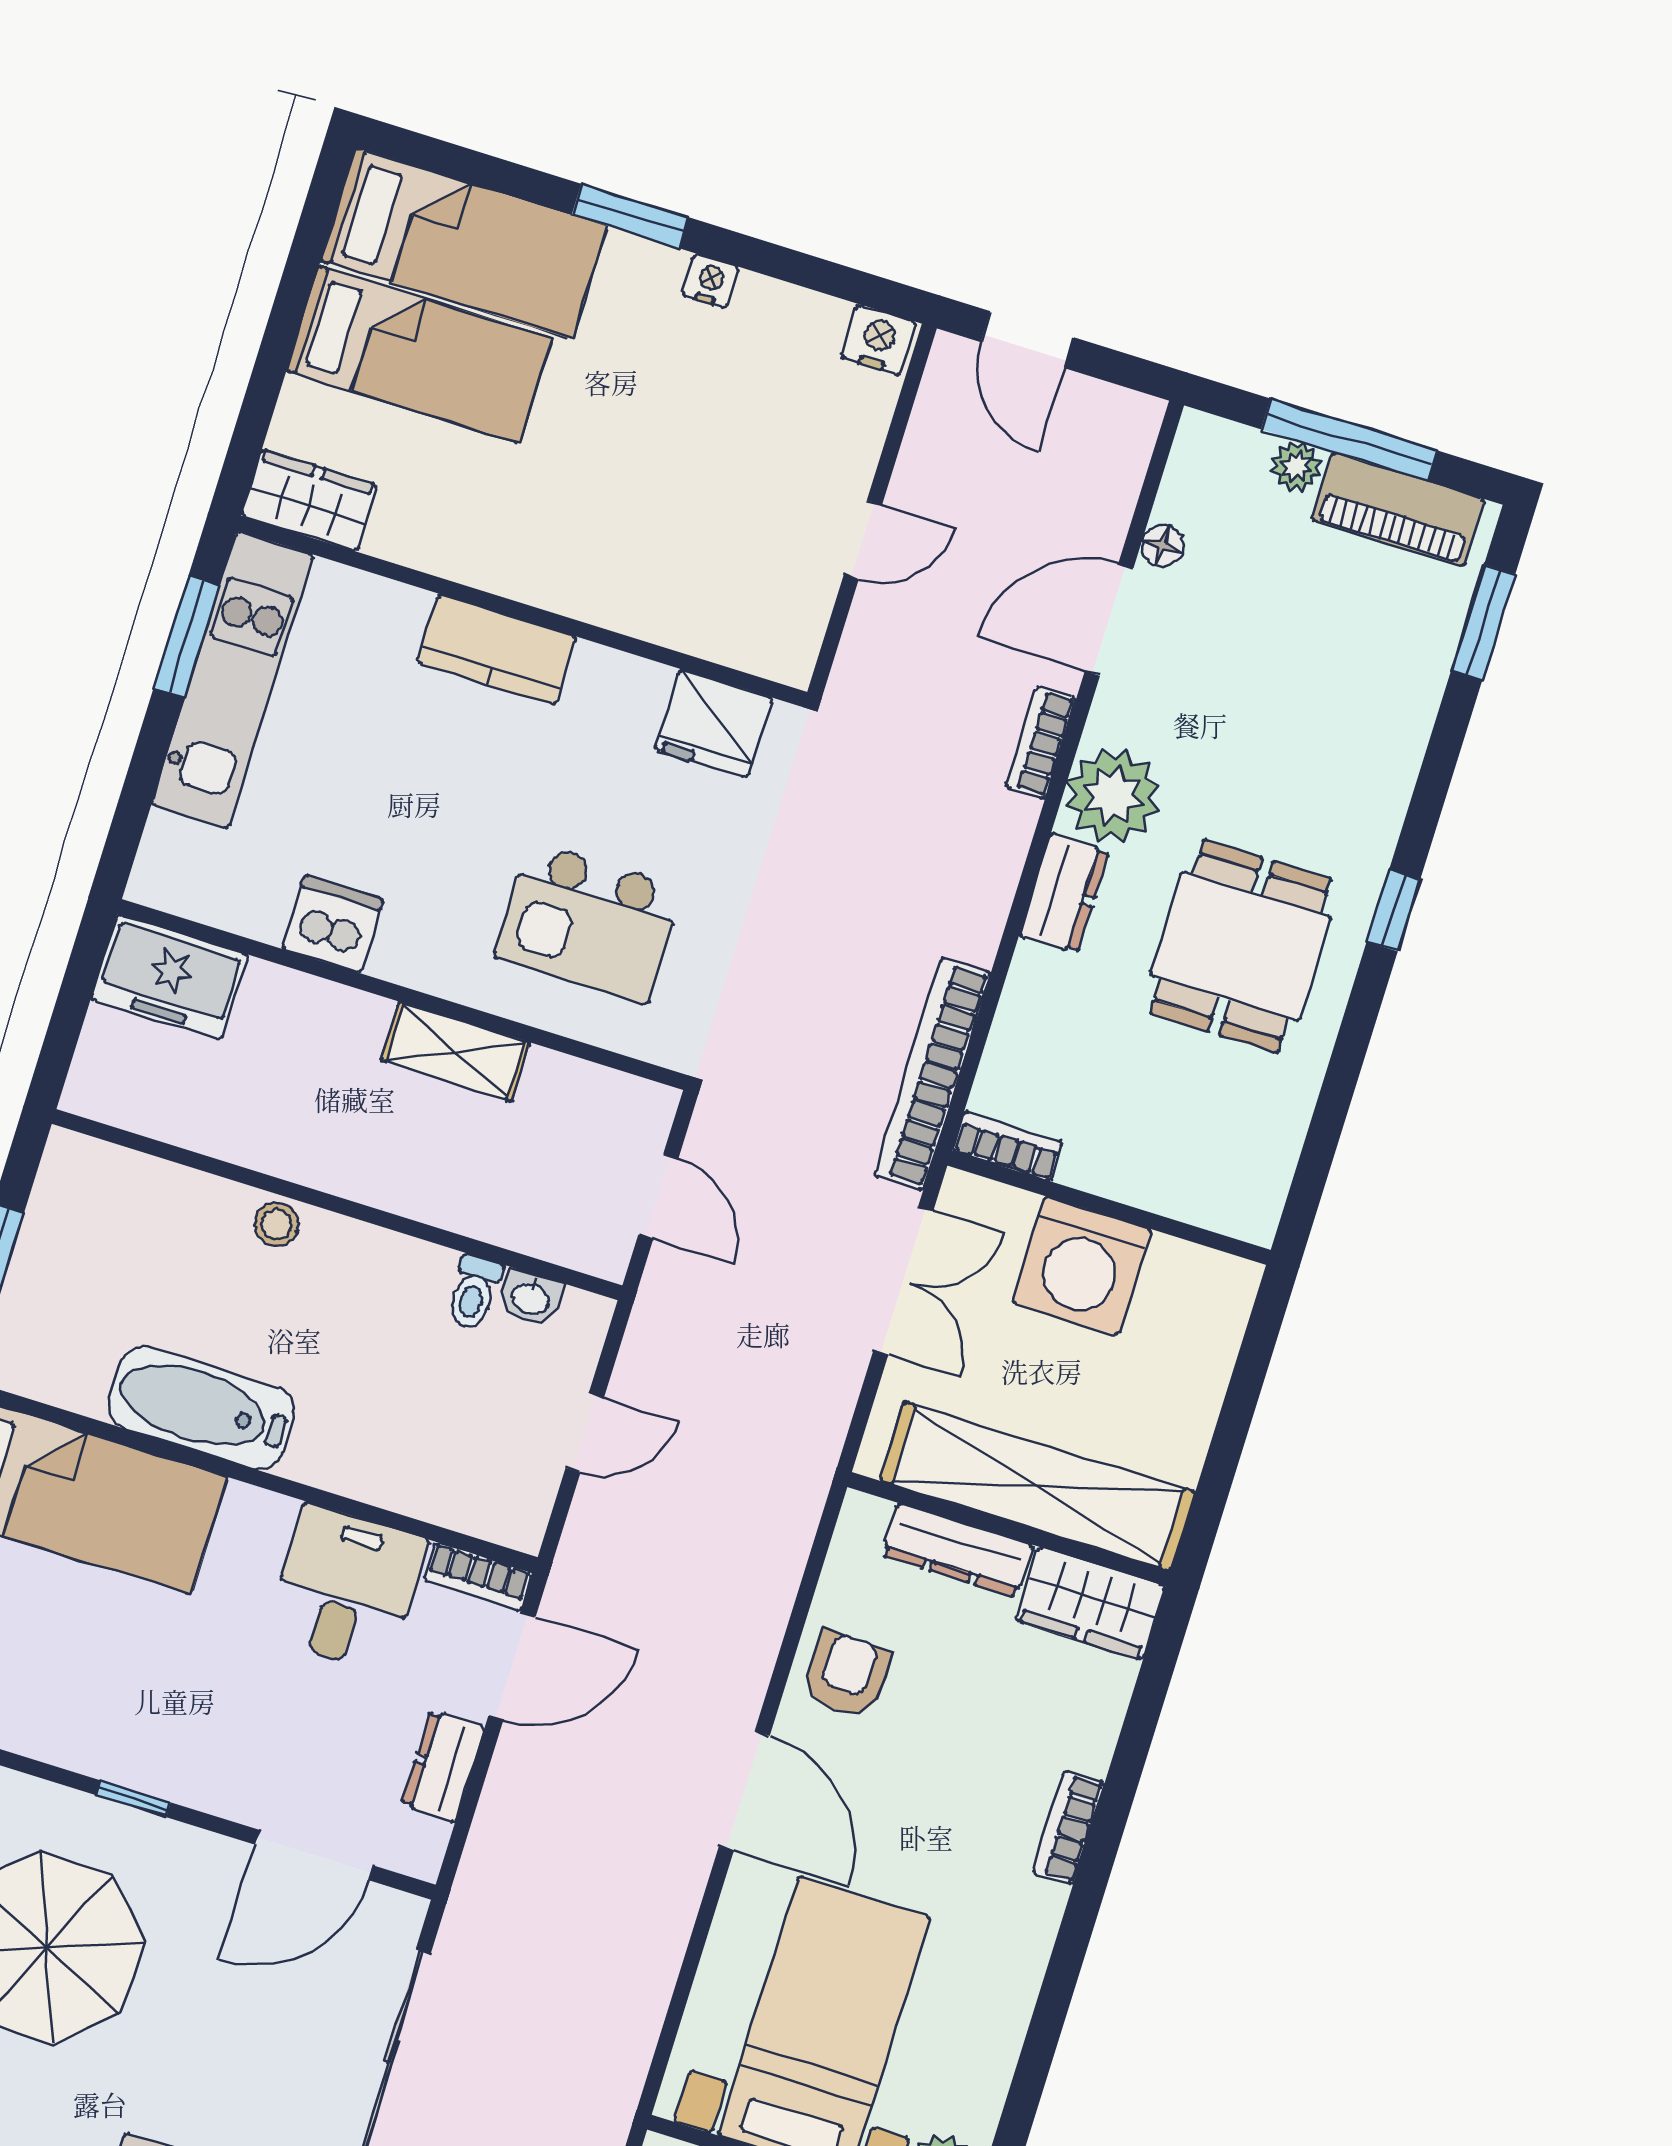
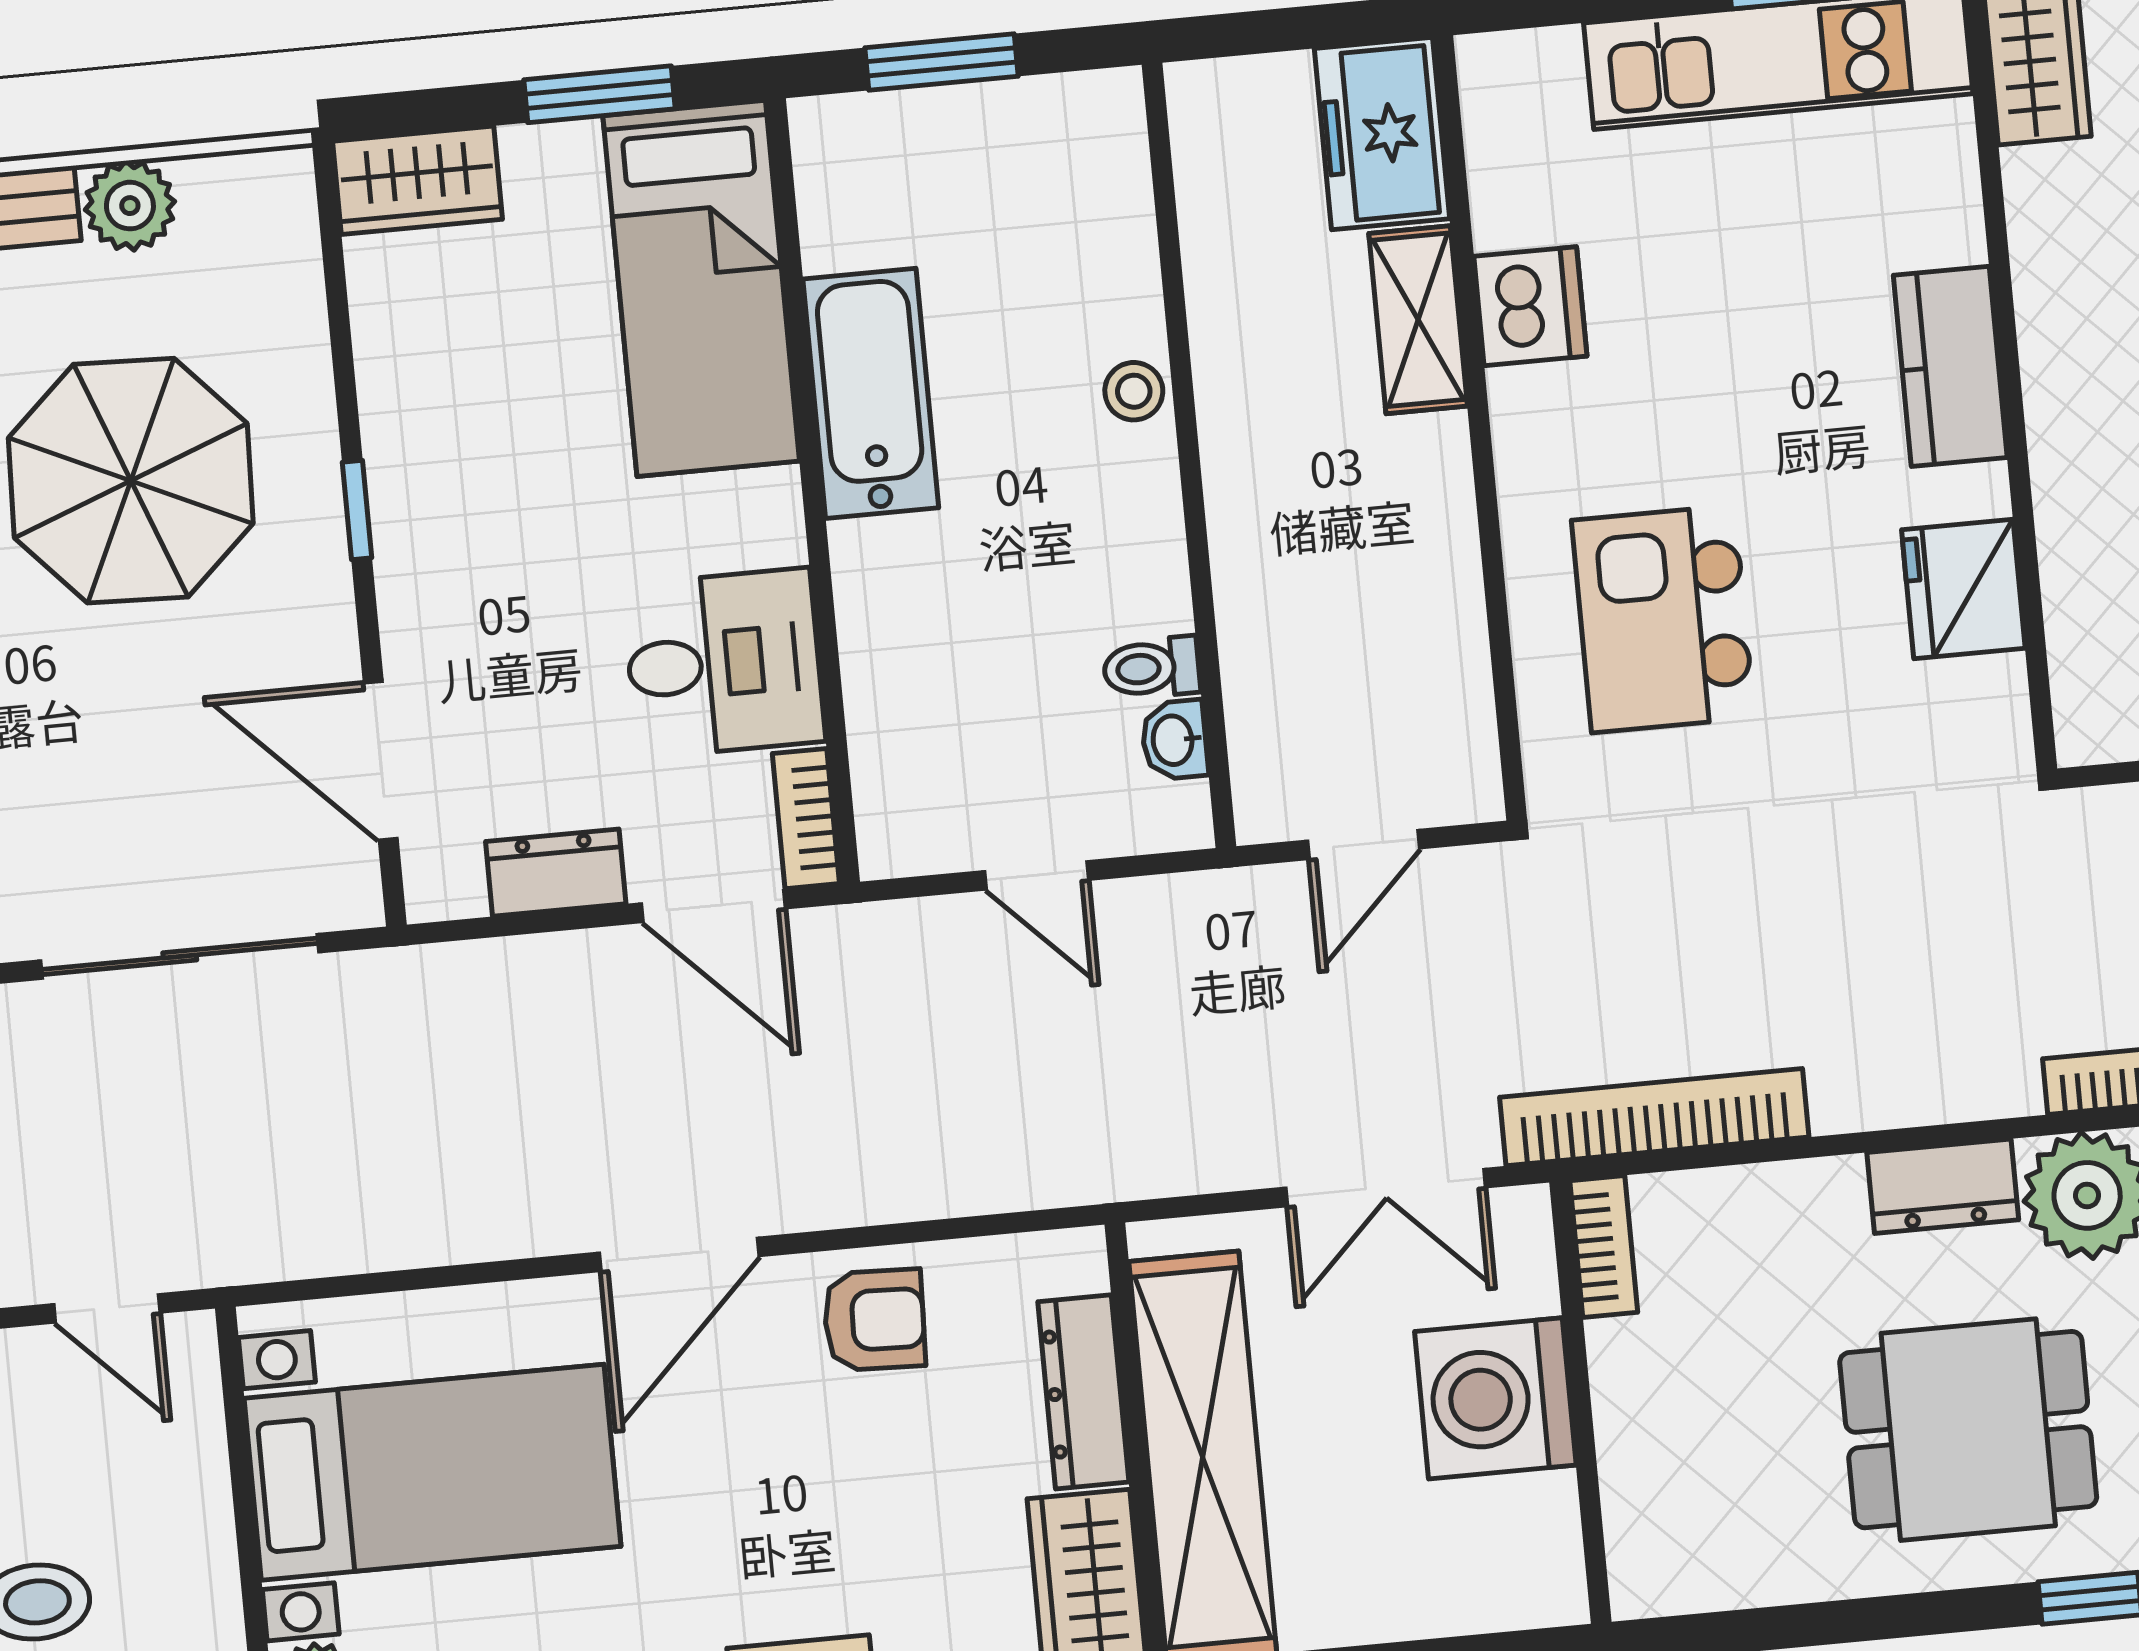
fridge: (713, 723) -> (1963, 589), moved
shelving: (455, 1051) -> (1418, 320), moved

